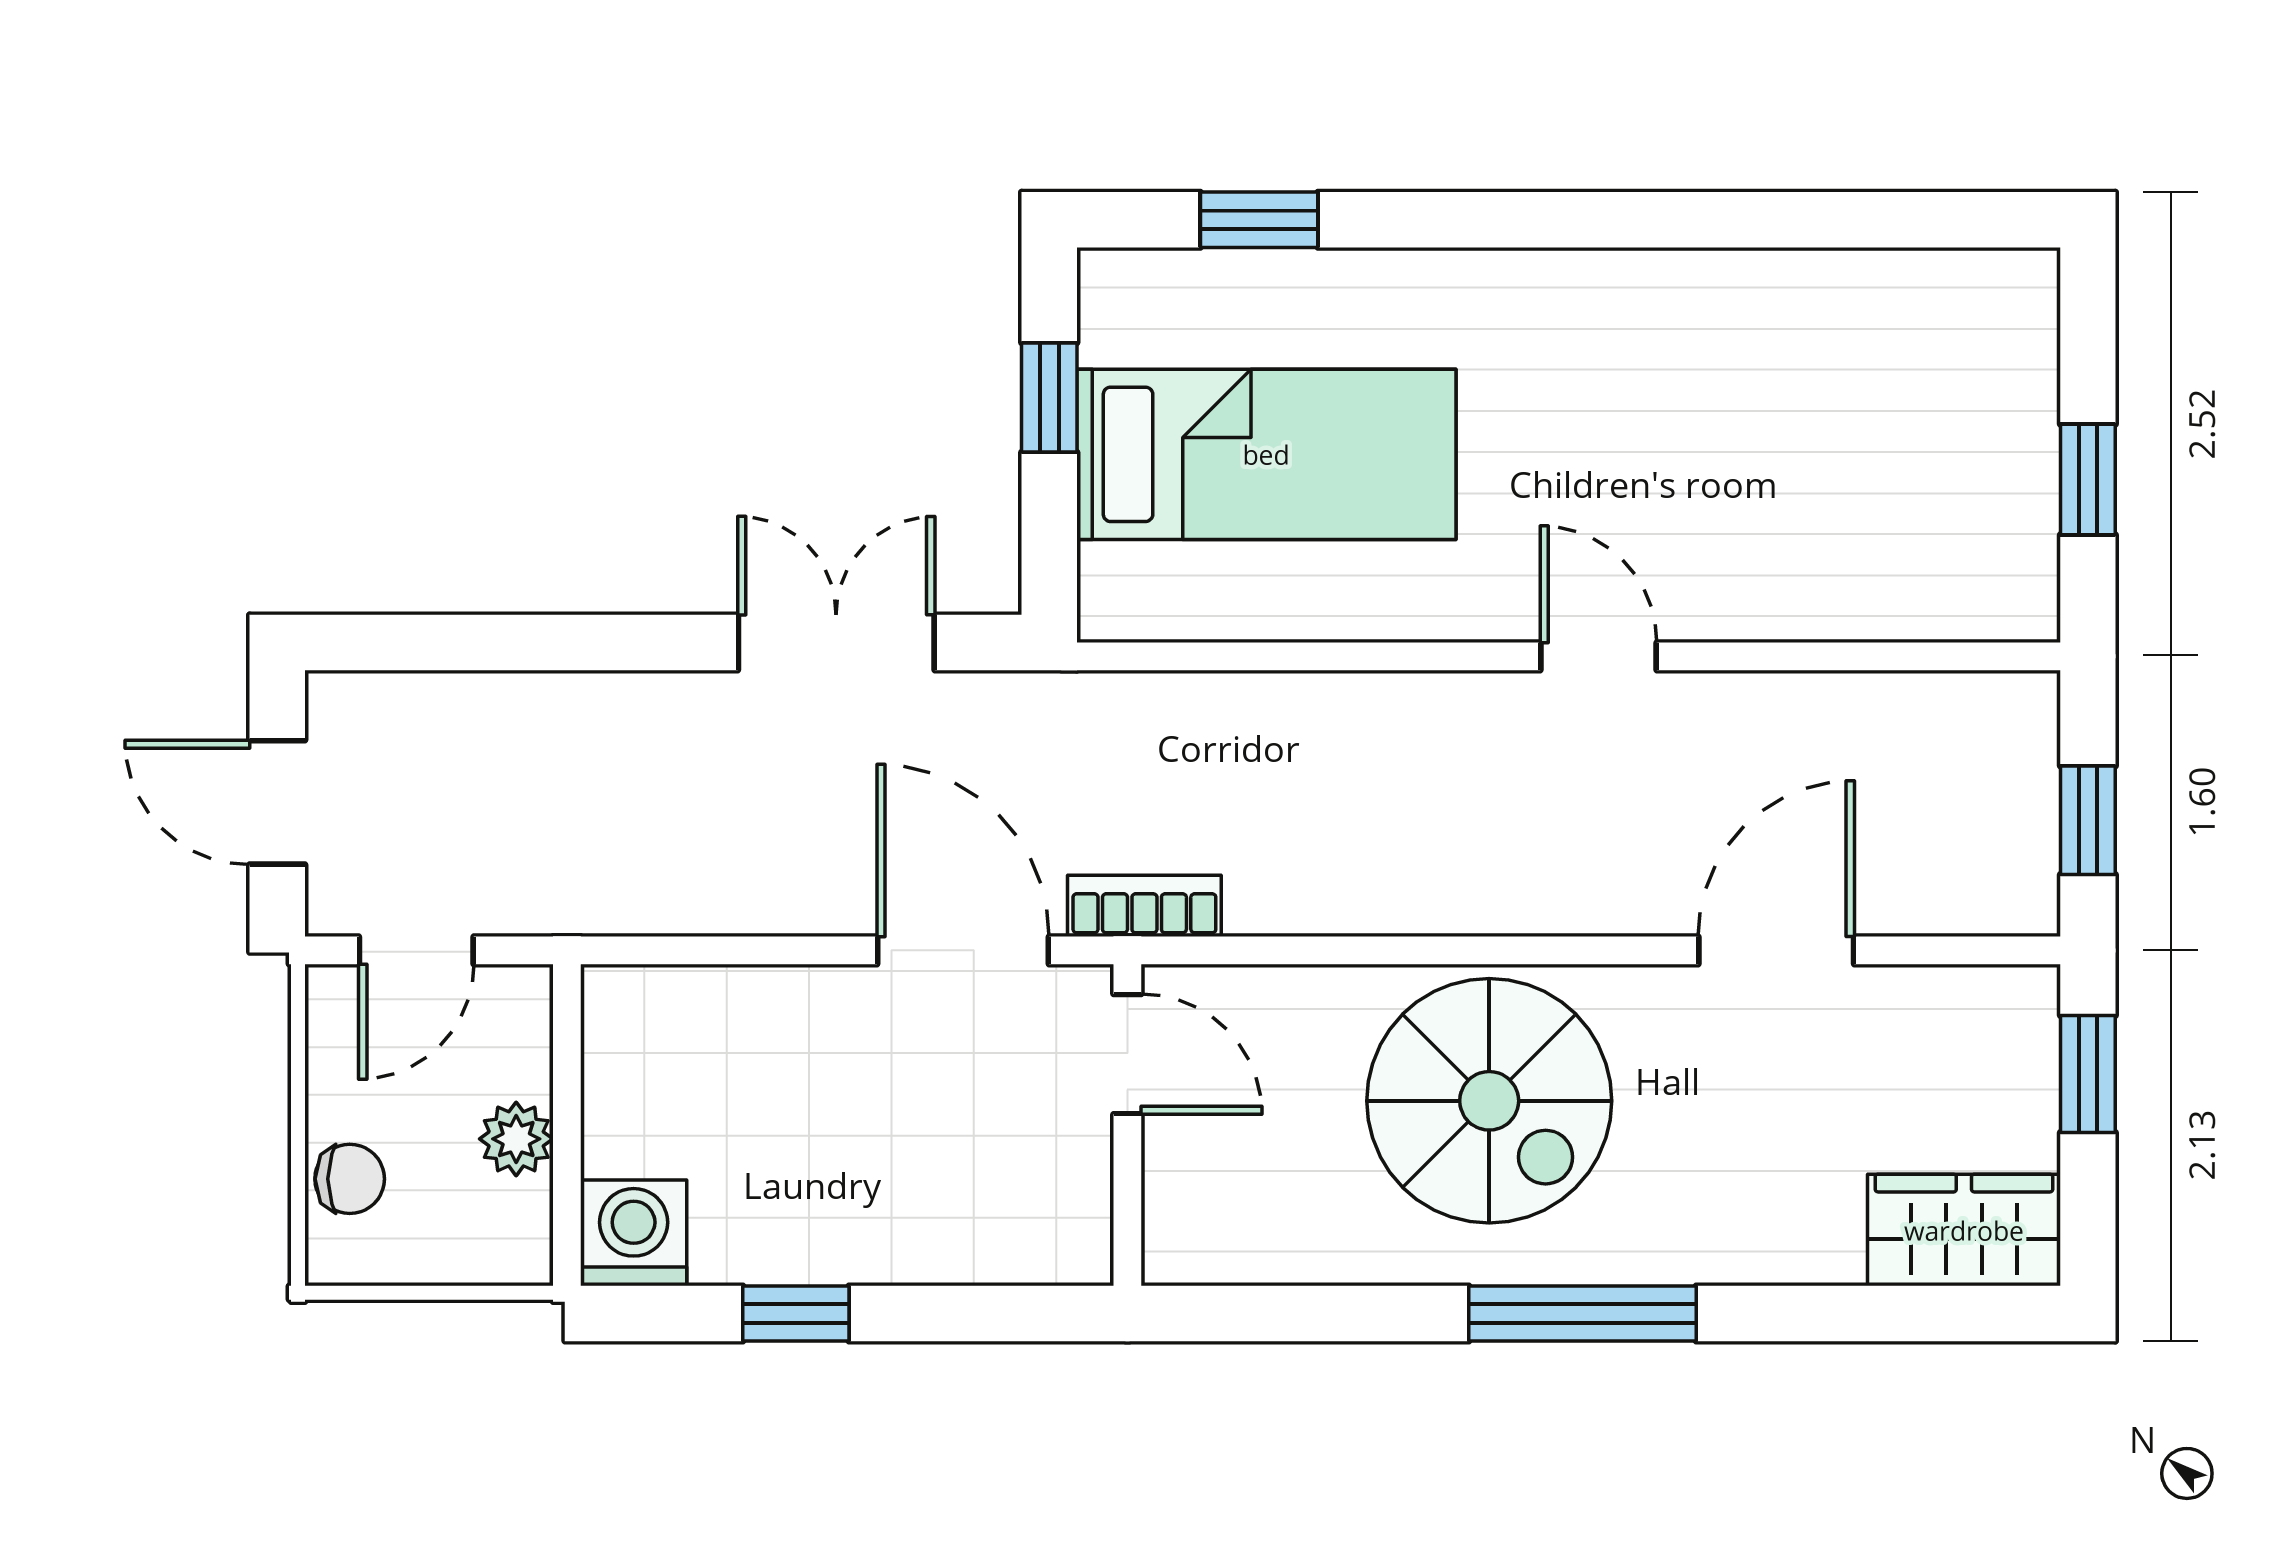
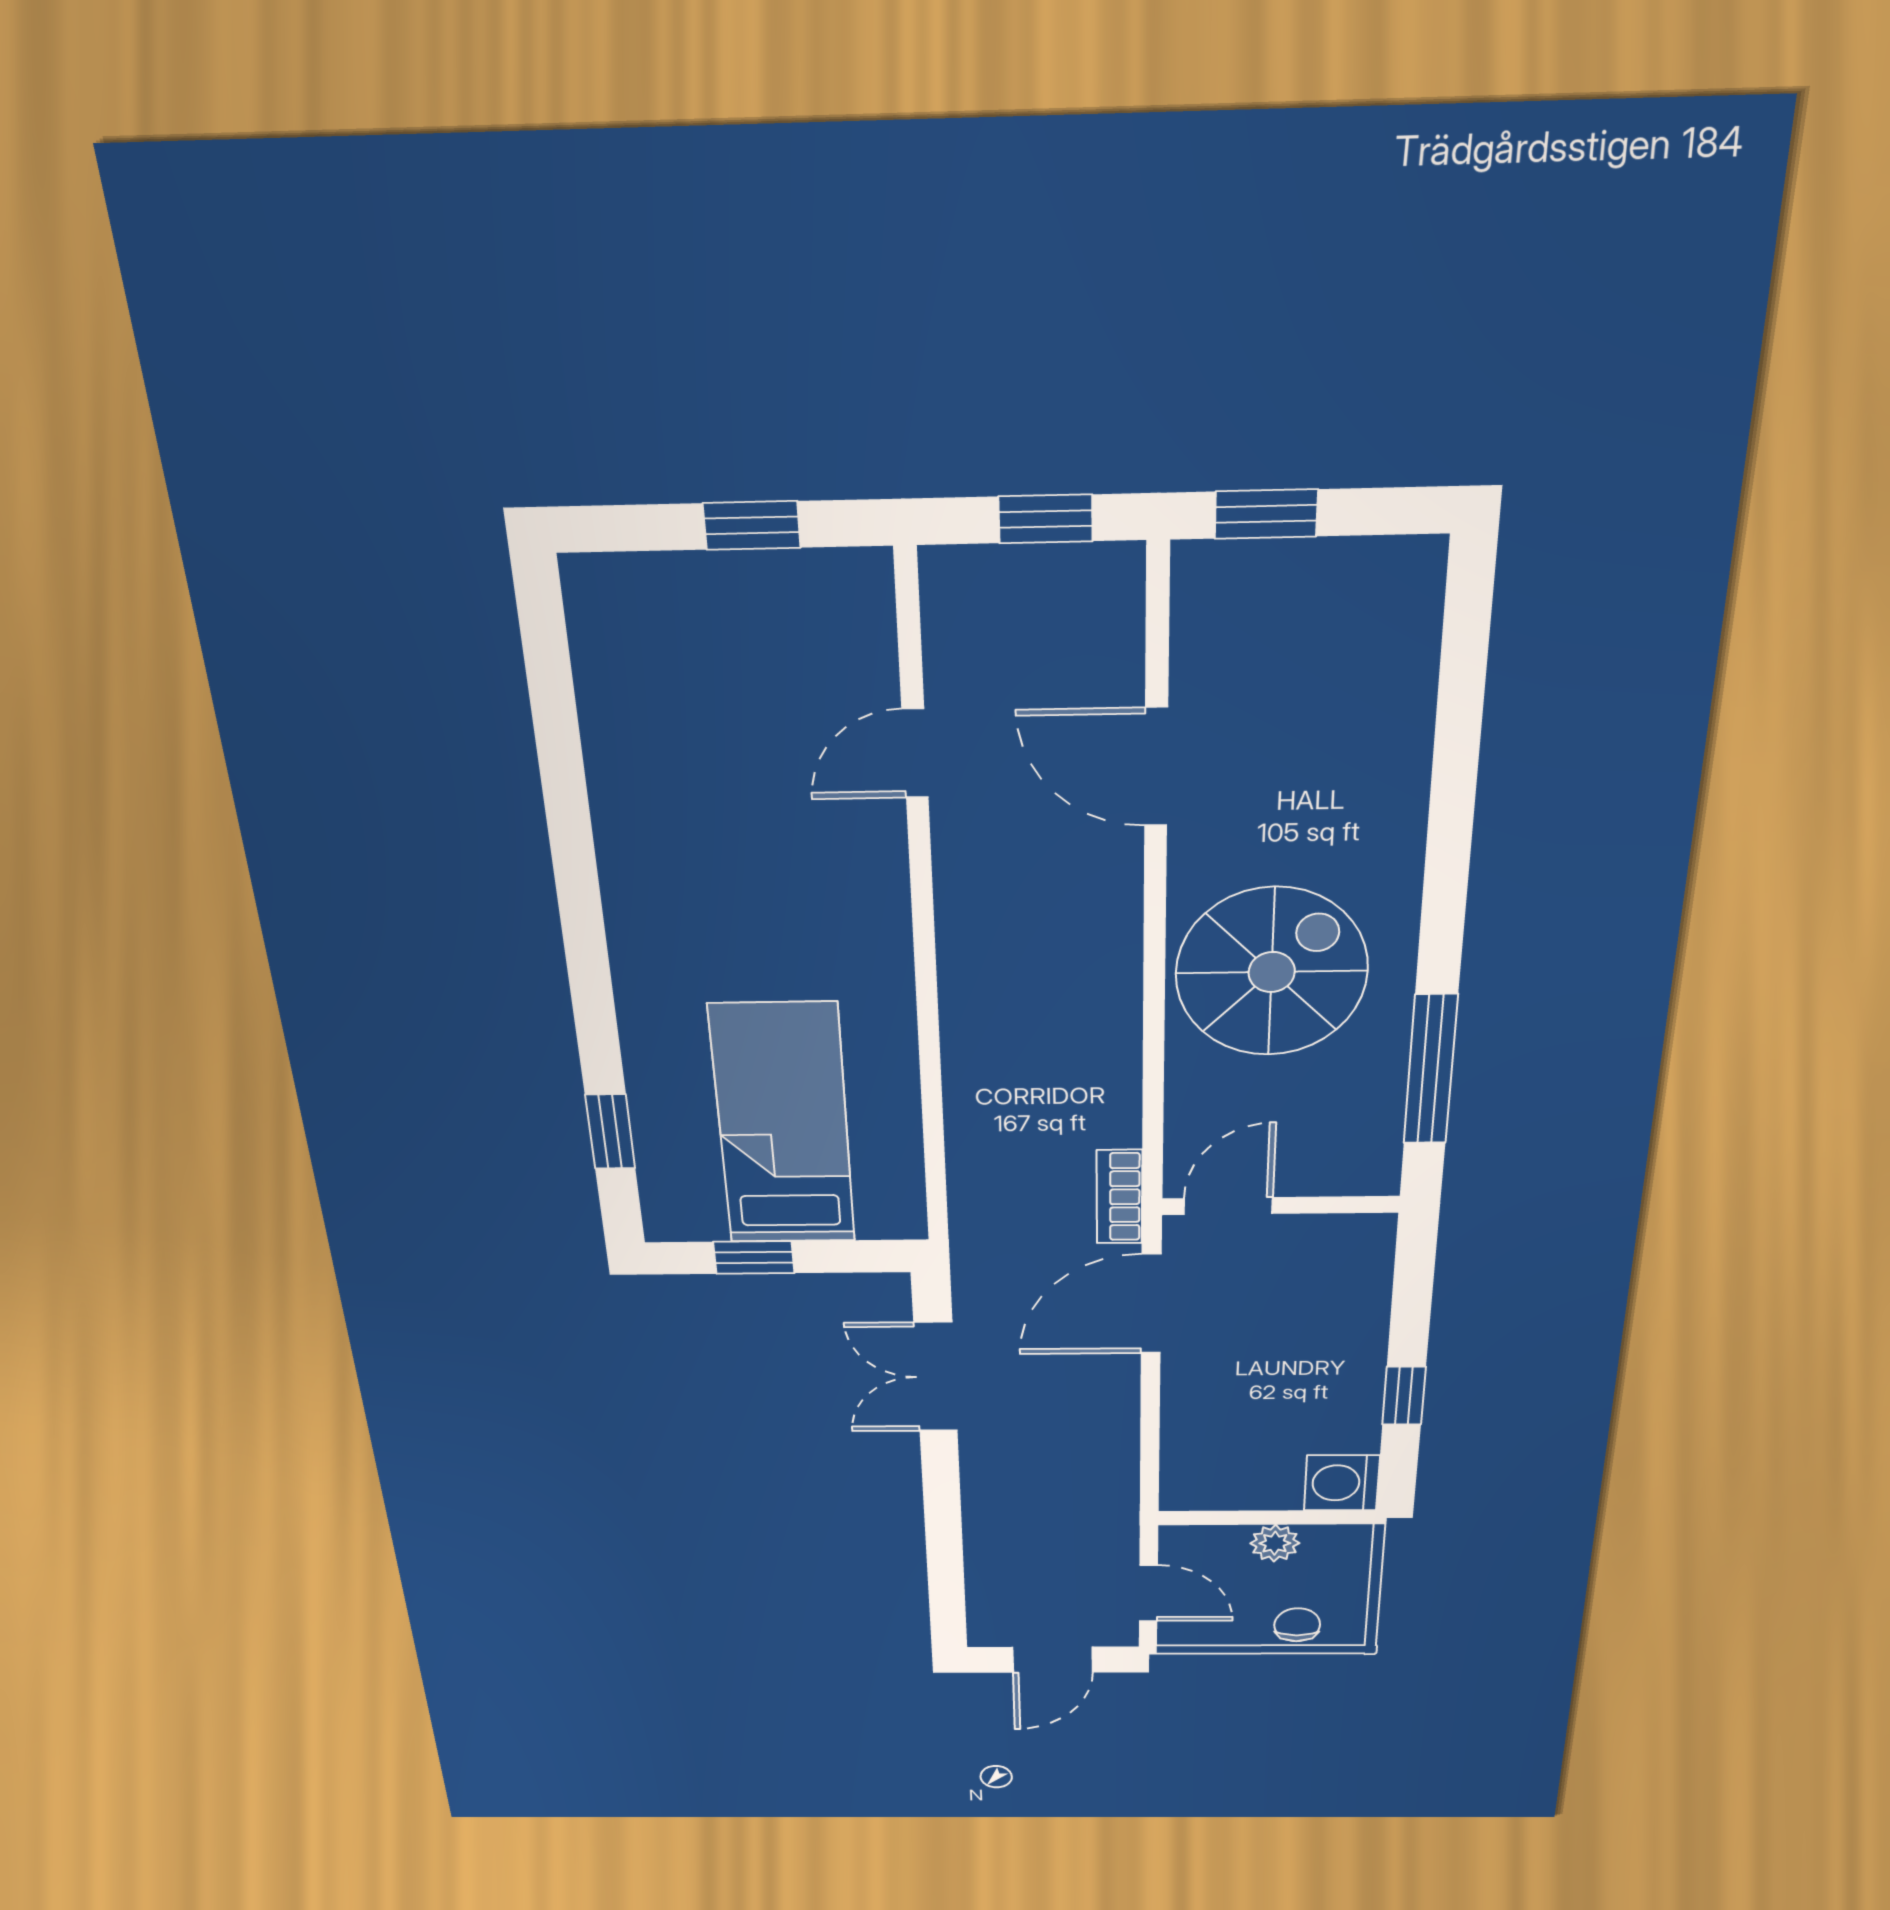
door: (1598, 656) -> (915, 753), moved
wardrobe: (1964, 1230) -> (1396, 615), removed
window: (1583, 1313) -> (1430, 1070), moved

